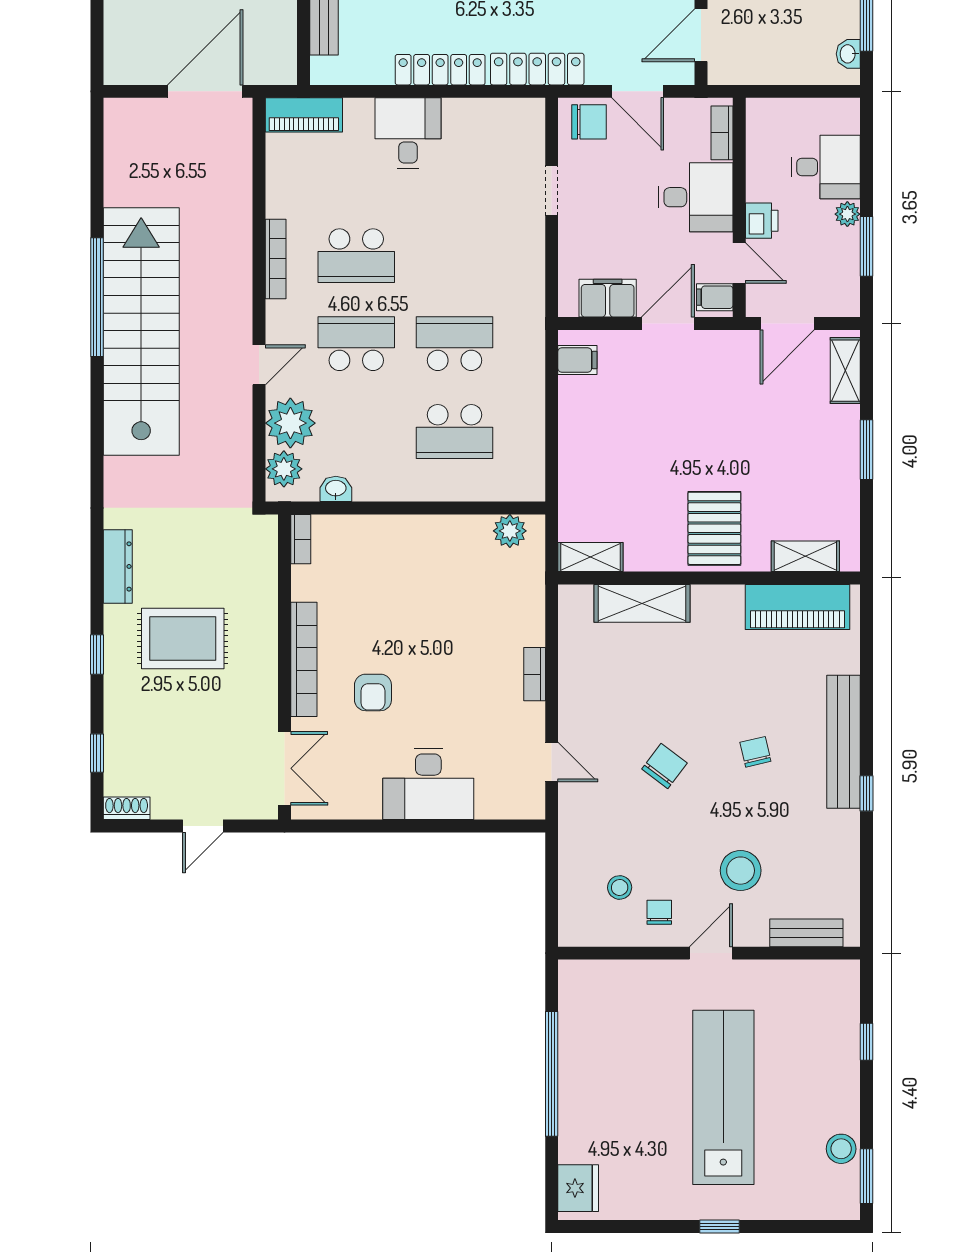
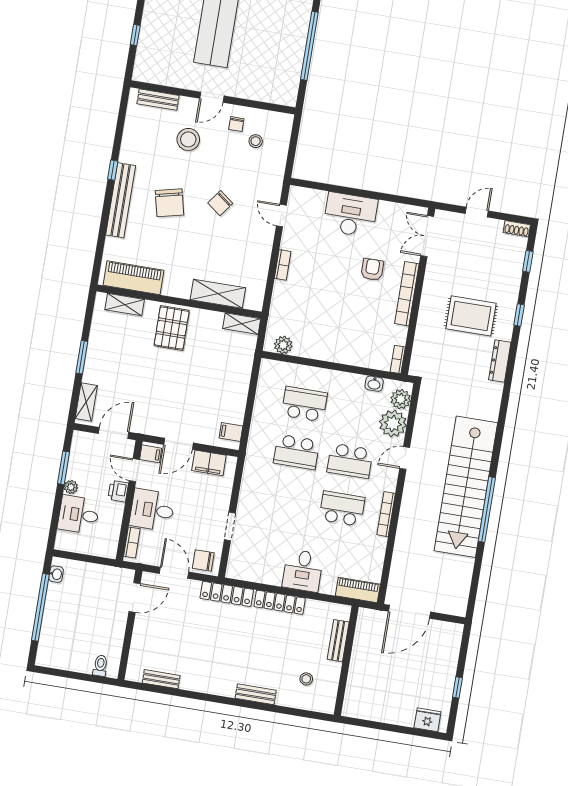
chair: (755, 752) -> (169, 203), width x1.87, depth x1.87

